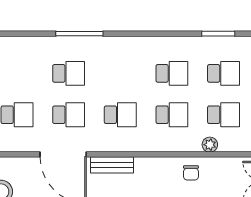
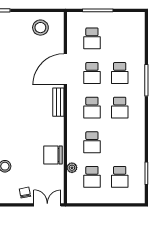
school desk: (172, 73) -> (120, 108), moved
chair: (191, 173) -> (53, 155), width x1.87, depth x1.87

